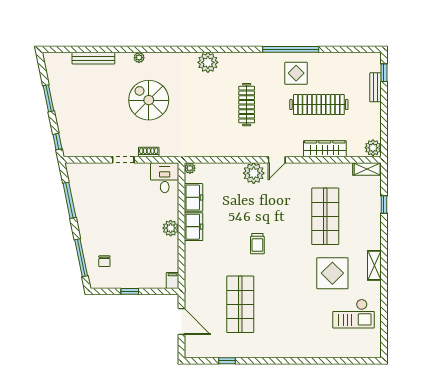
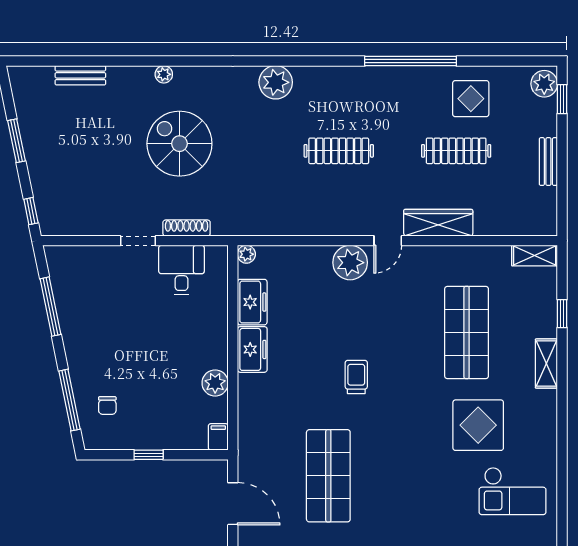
bench: (93, 58) -> (80, 75), width x0.73
display table: (296, 73) -> (471, 99), moved
bench: (376, 87) -> (548, 162), moved
clothes rail: (247, 105) -> (339, 151), turned 90
clothes rail: (319, 105) -> (456, 151), width x0.73, depth x0.76
plant: (373, 148) -> (544, 84), moved
wardrobe: (325, 149) -> (438, 223), moved
shoe rack: (149, 152) -> (187, 228), width x1.43
desk: (165, 178) -> (181, 270), moved
plant: (171, 228) -> (215, 383), moved
trolley: (257, 244) -> (356, 377), turned 180
shelving: (374, 265) -> (546, 364), moved

